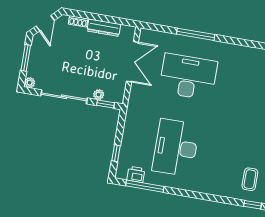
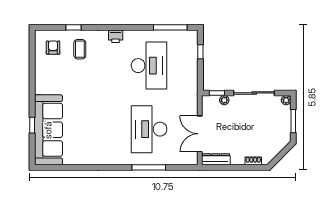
door: (45, 23) -> (282, 154), removed
dresser: (104, 28) -> (216, 159), moved
desk: (188, 77) -> (149, 129), turned 90
printer: (136, 174) -> (116, 36), moved

